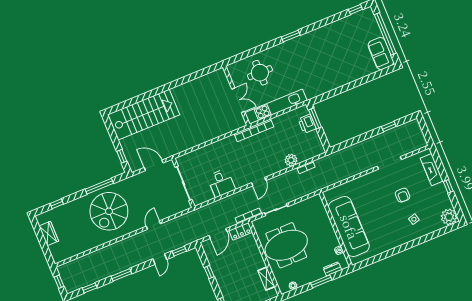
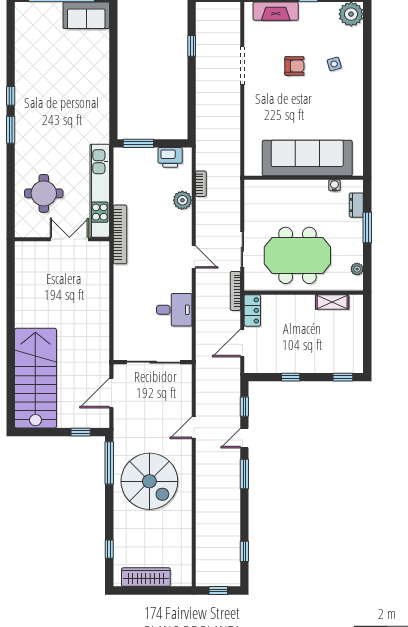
window: (355, 9) -> (11, 96), moved
printer: (307, 124) -> (170, 157), moved
window: (99, 186) -> (109, 463), moved
door: (153, 225) -> (194, 428), hinge flipped
wardrobe: (49, 234) -> (146, 577), width x1.50
door: (218, 234) -> (242, 343), swing flipped
meeting table: (286, 245) -> (297, 255), turned 90
door: (160, 259) -> (244, 438), swing flipped
window: (121, 275) -> (244, 474), moved

